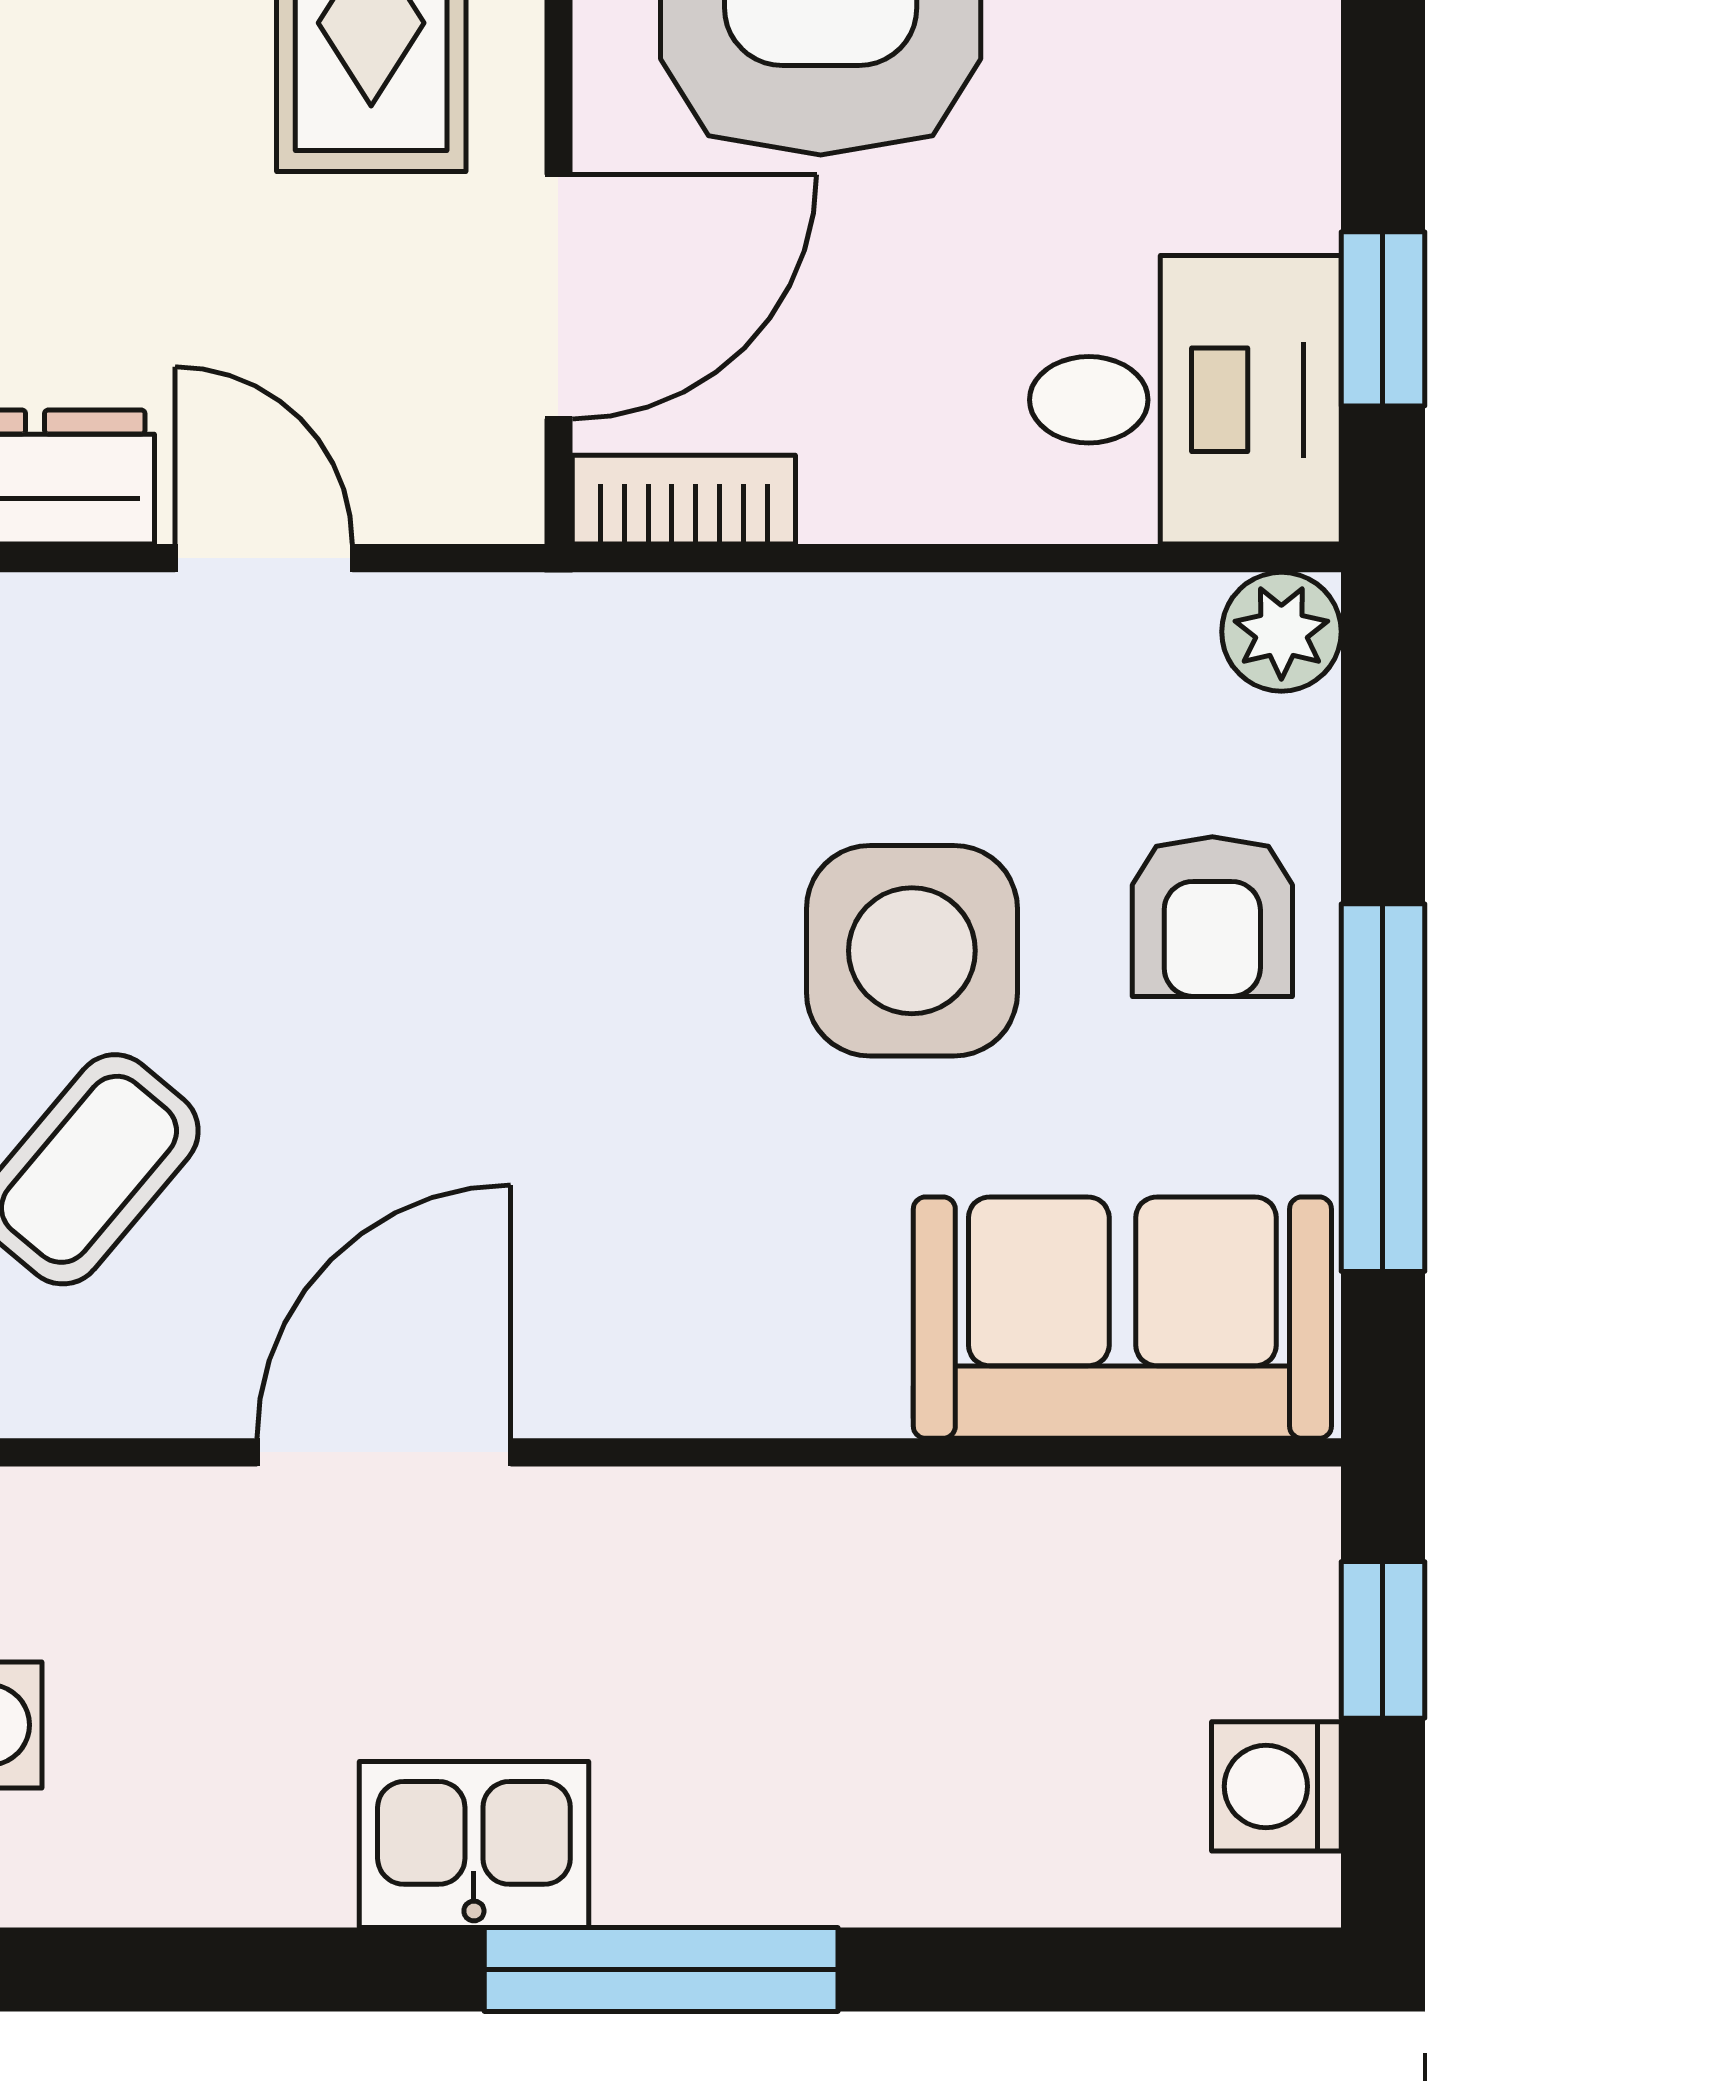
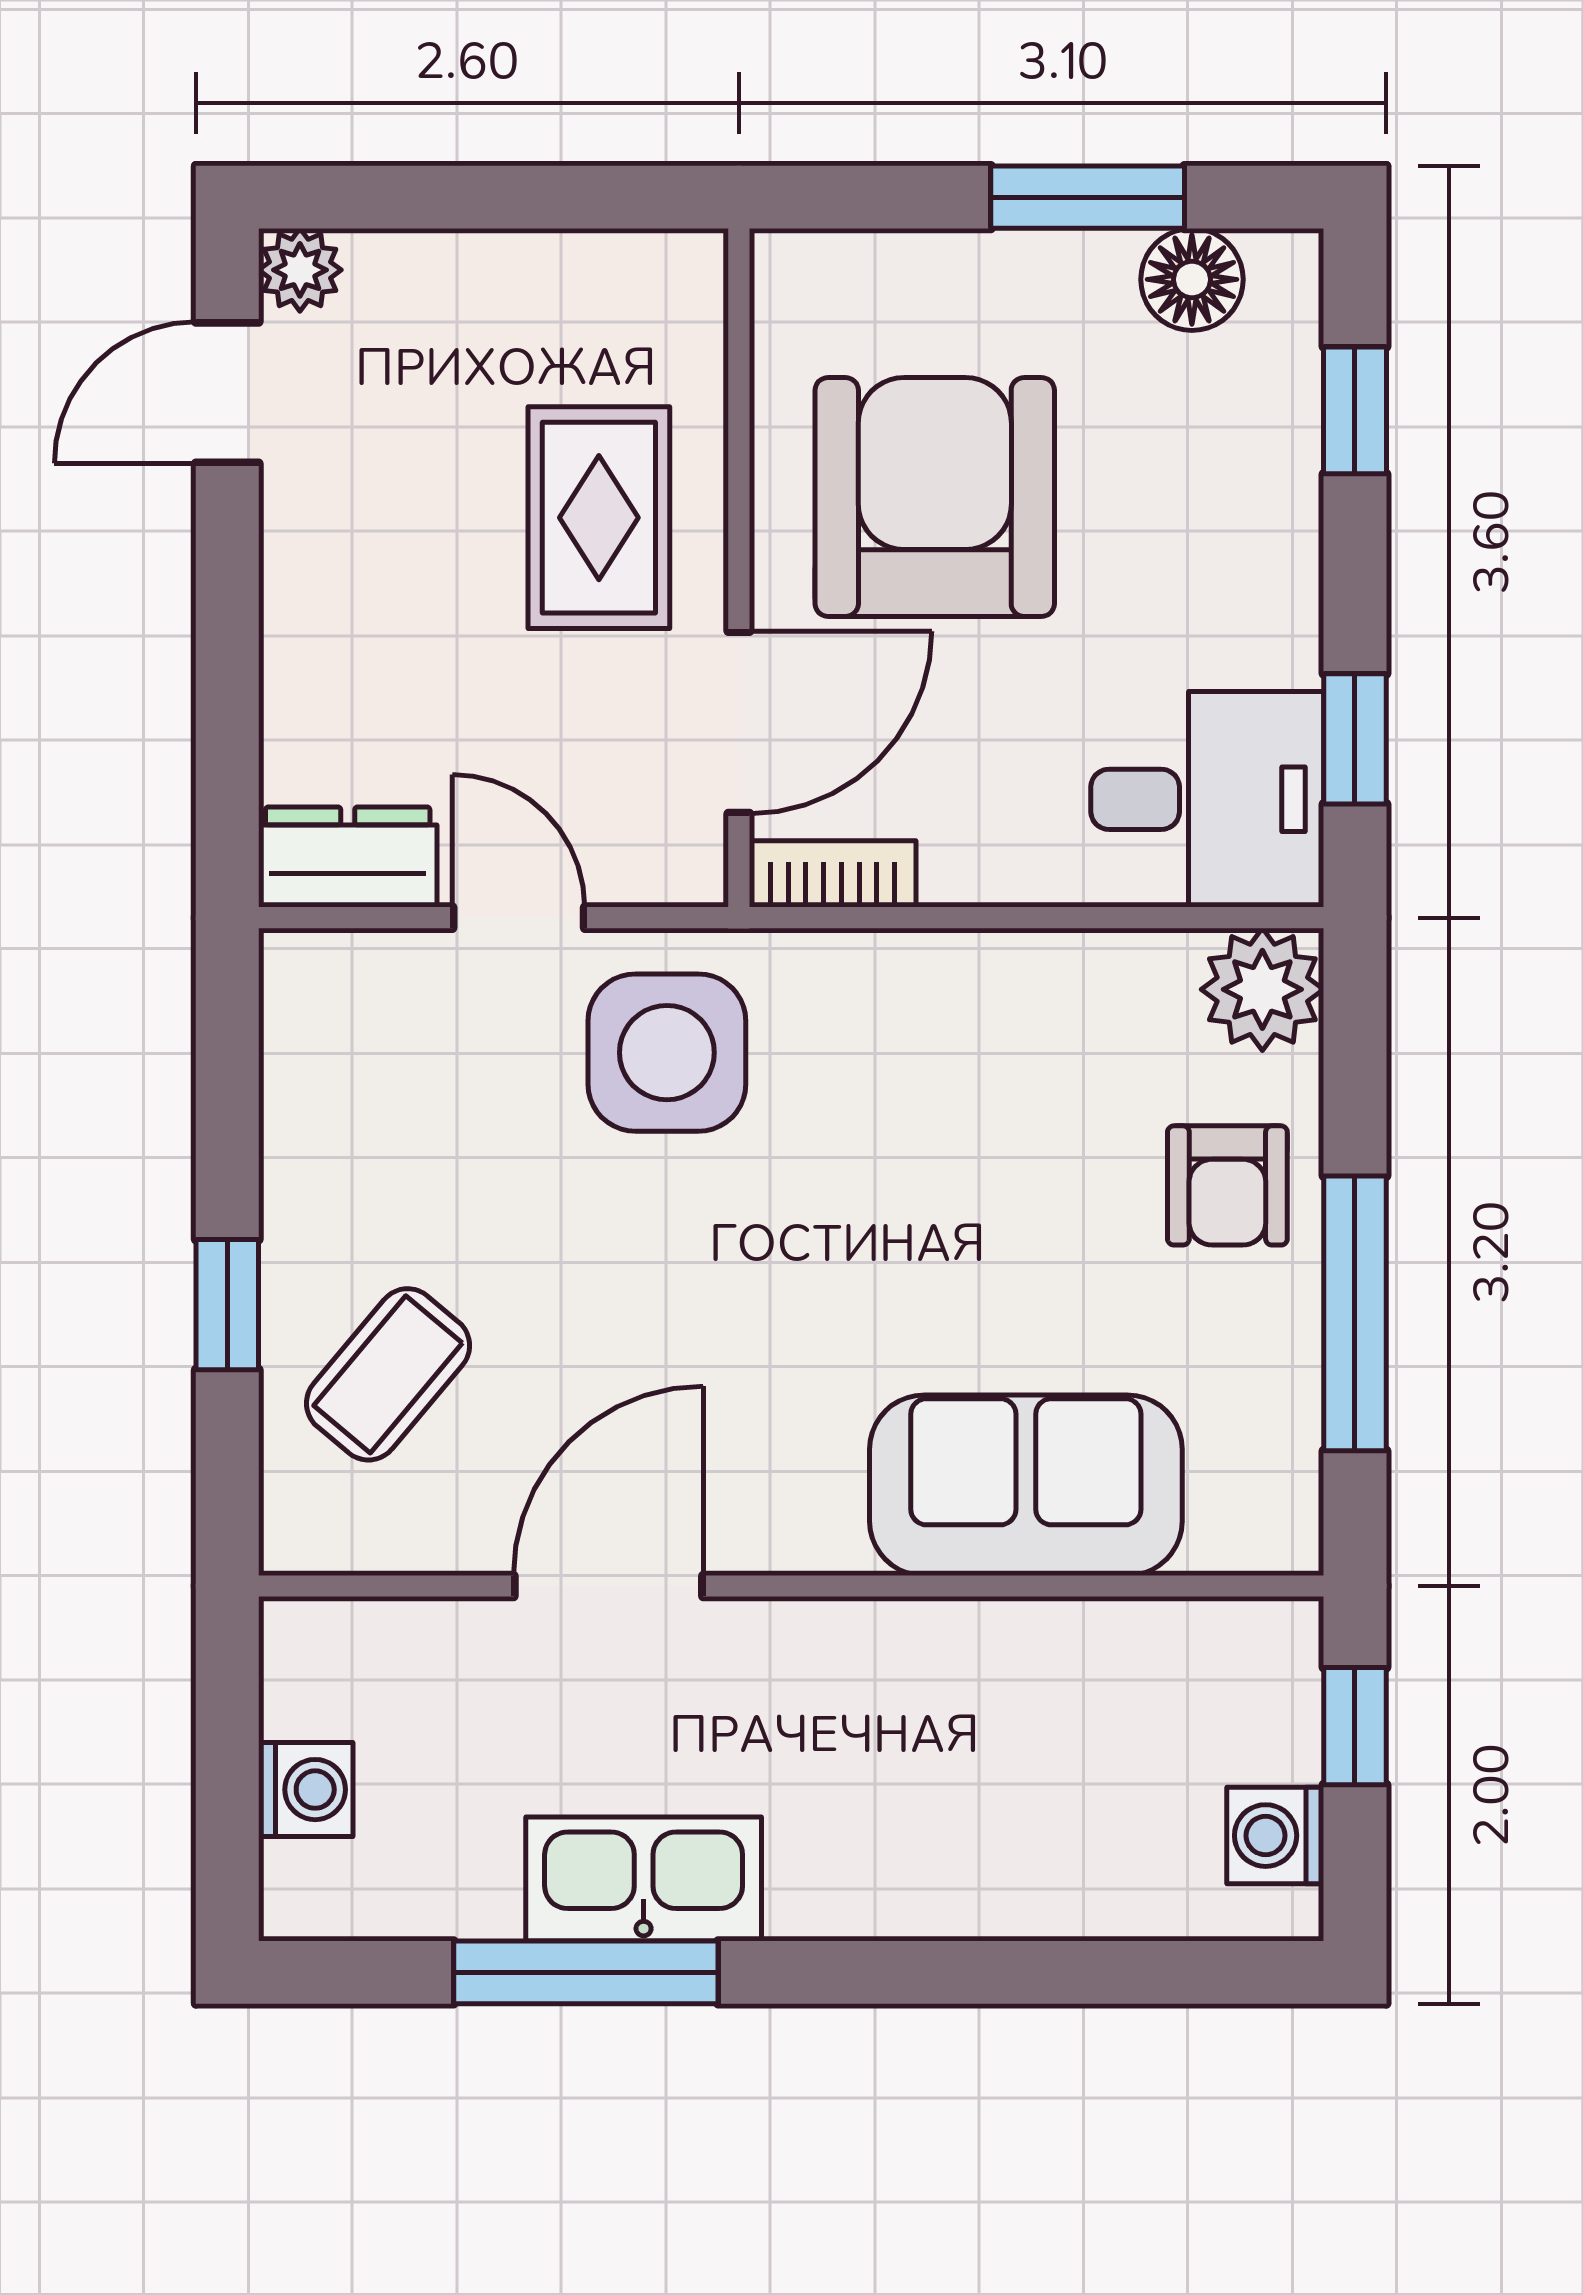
plant: (1281, 632) -> (1262, 989), width x1.38, depth x1.38
side table: (912, 951) -> (667, 1053), moved
sofa: (1122, 1318) -> (1026, 1485), moved
kitchen sink: (474, 1845) -> (644, 1879), width x1.38
window: (661, 1970) -> (586, 1972), moved

